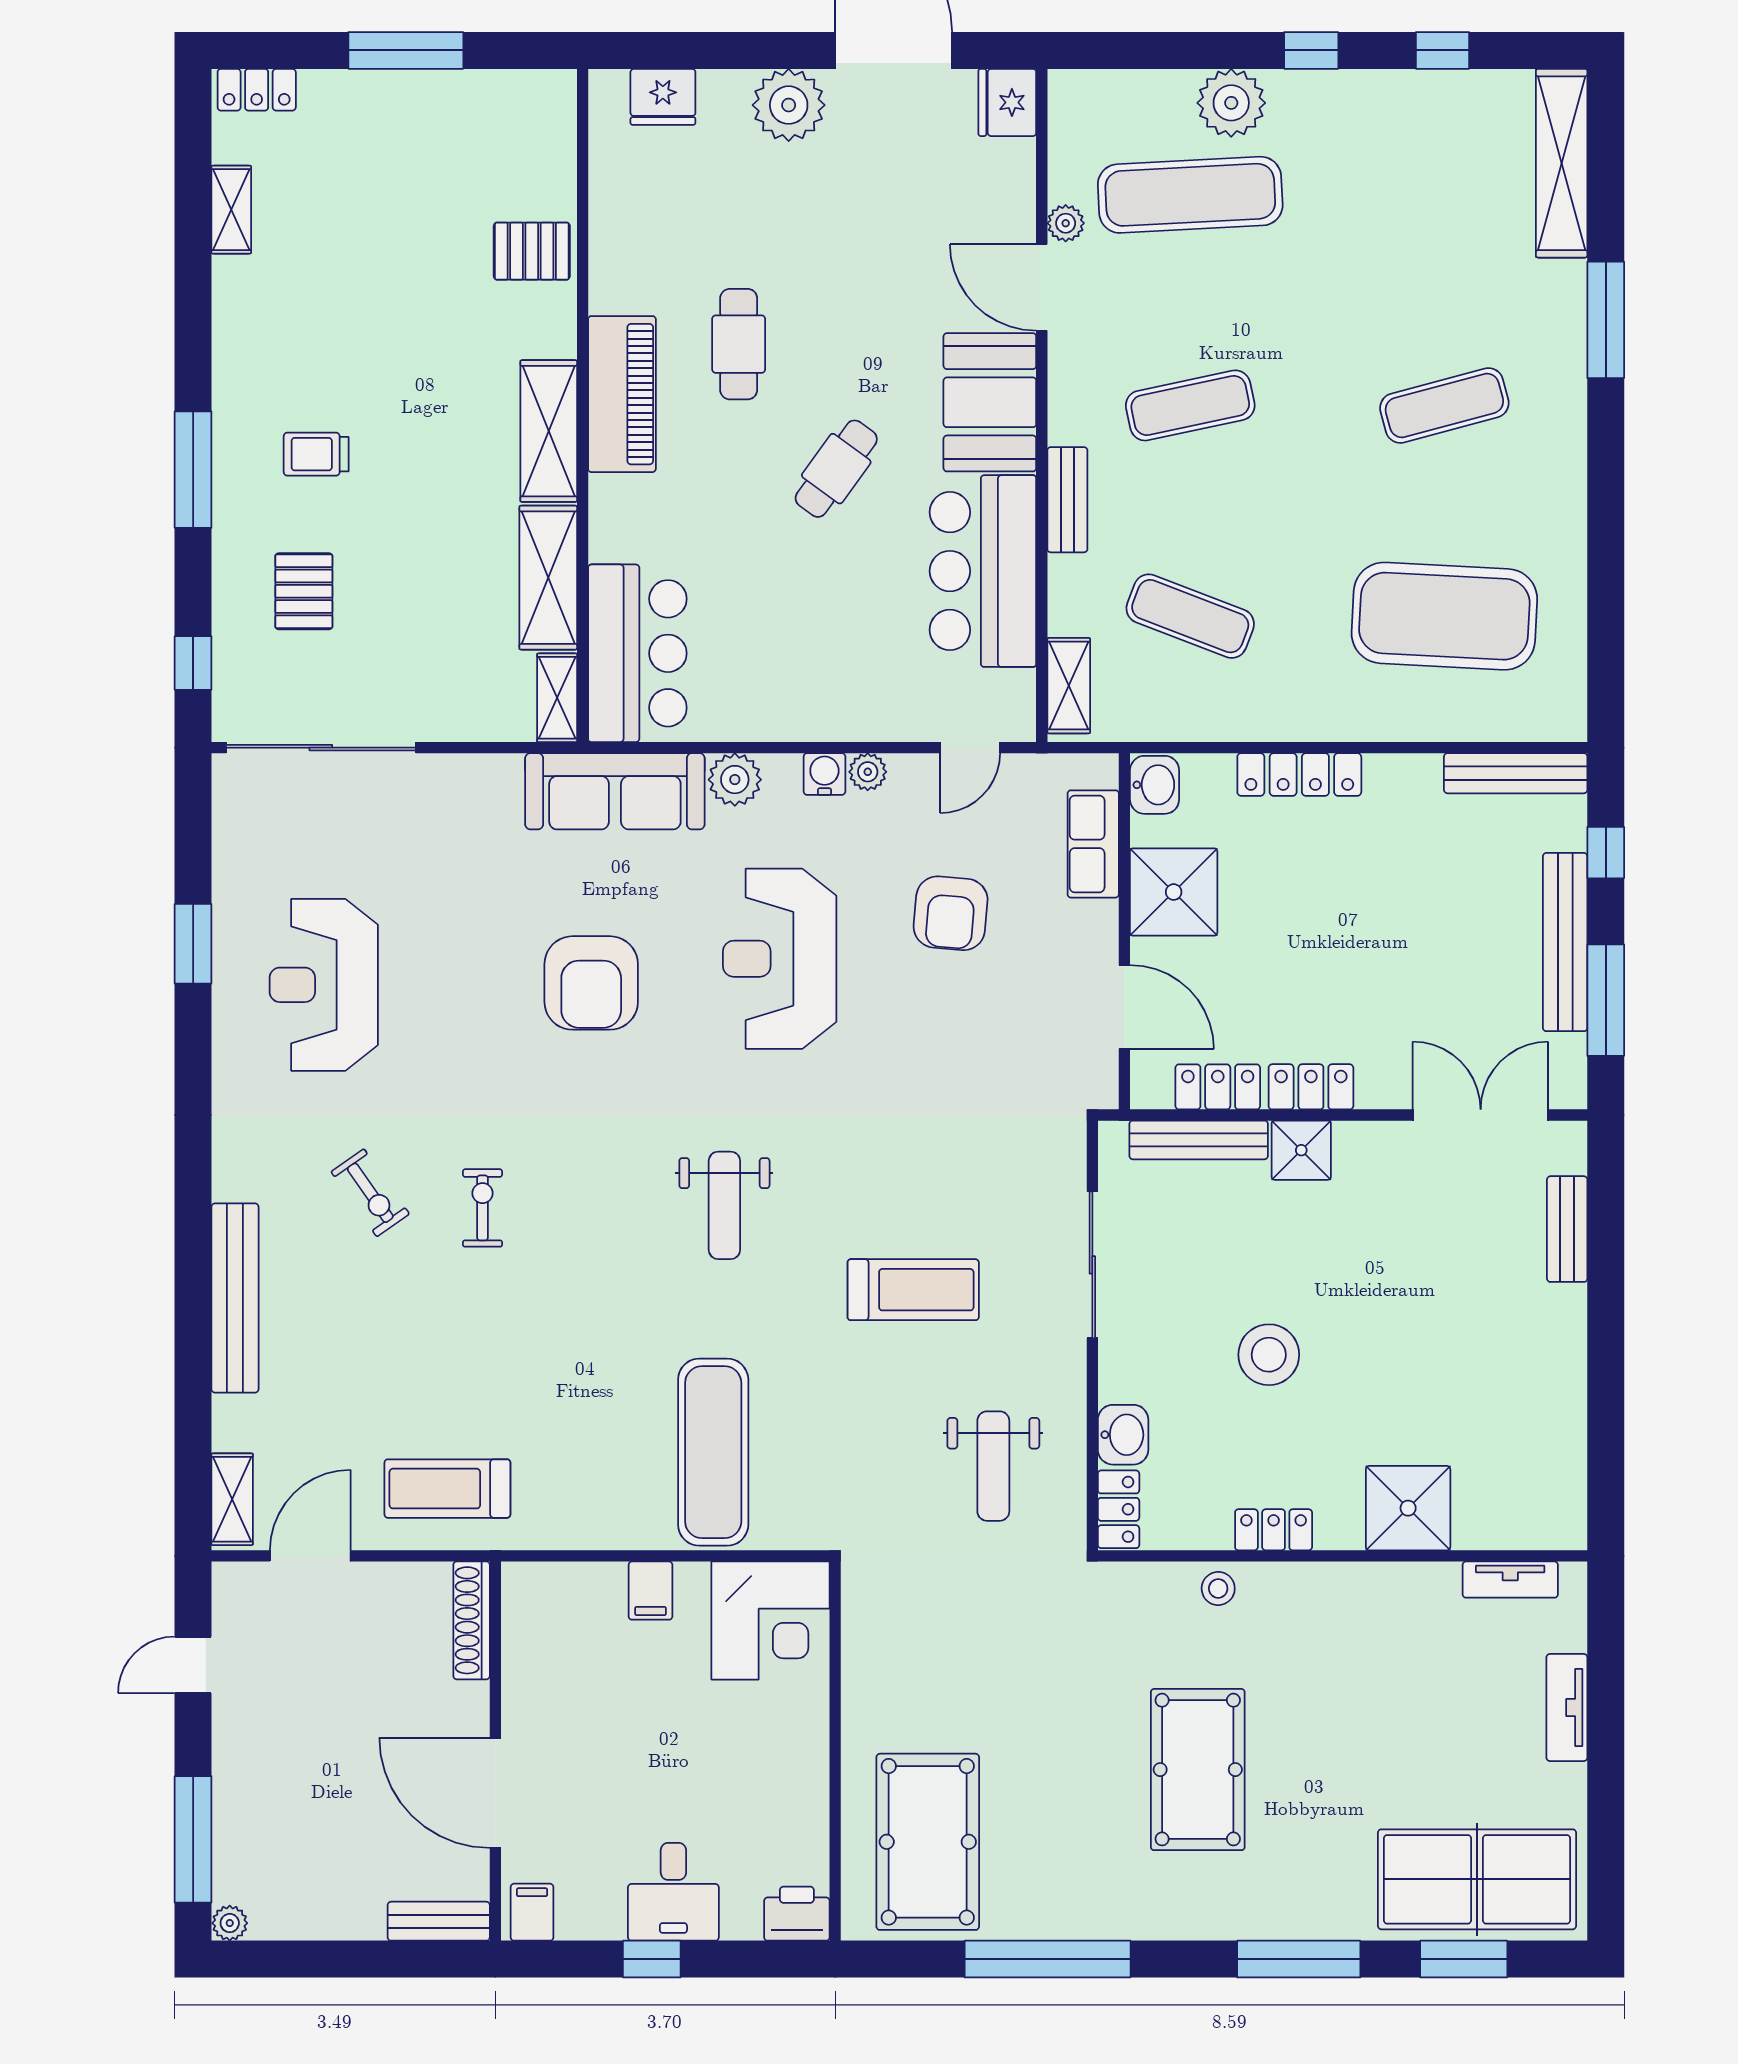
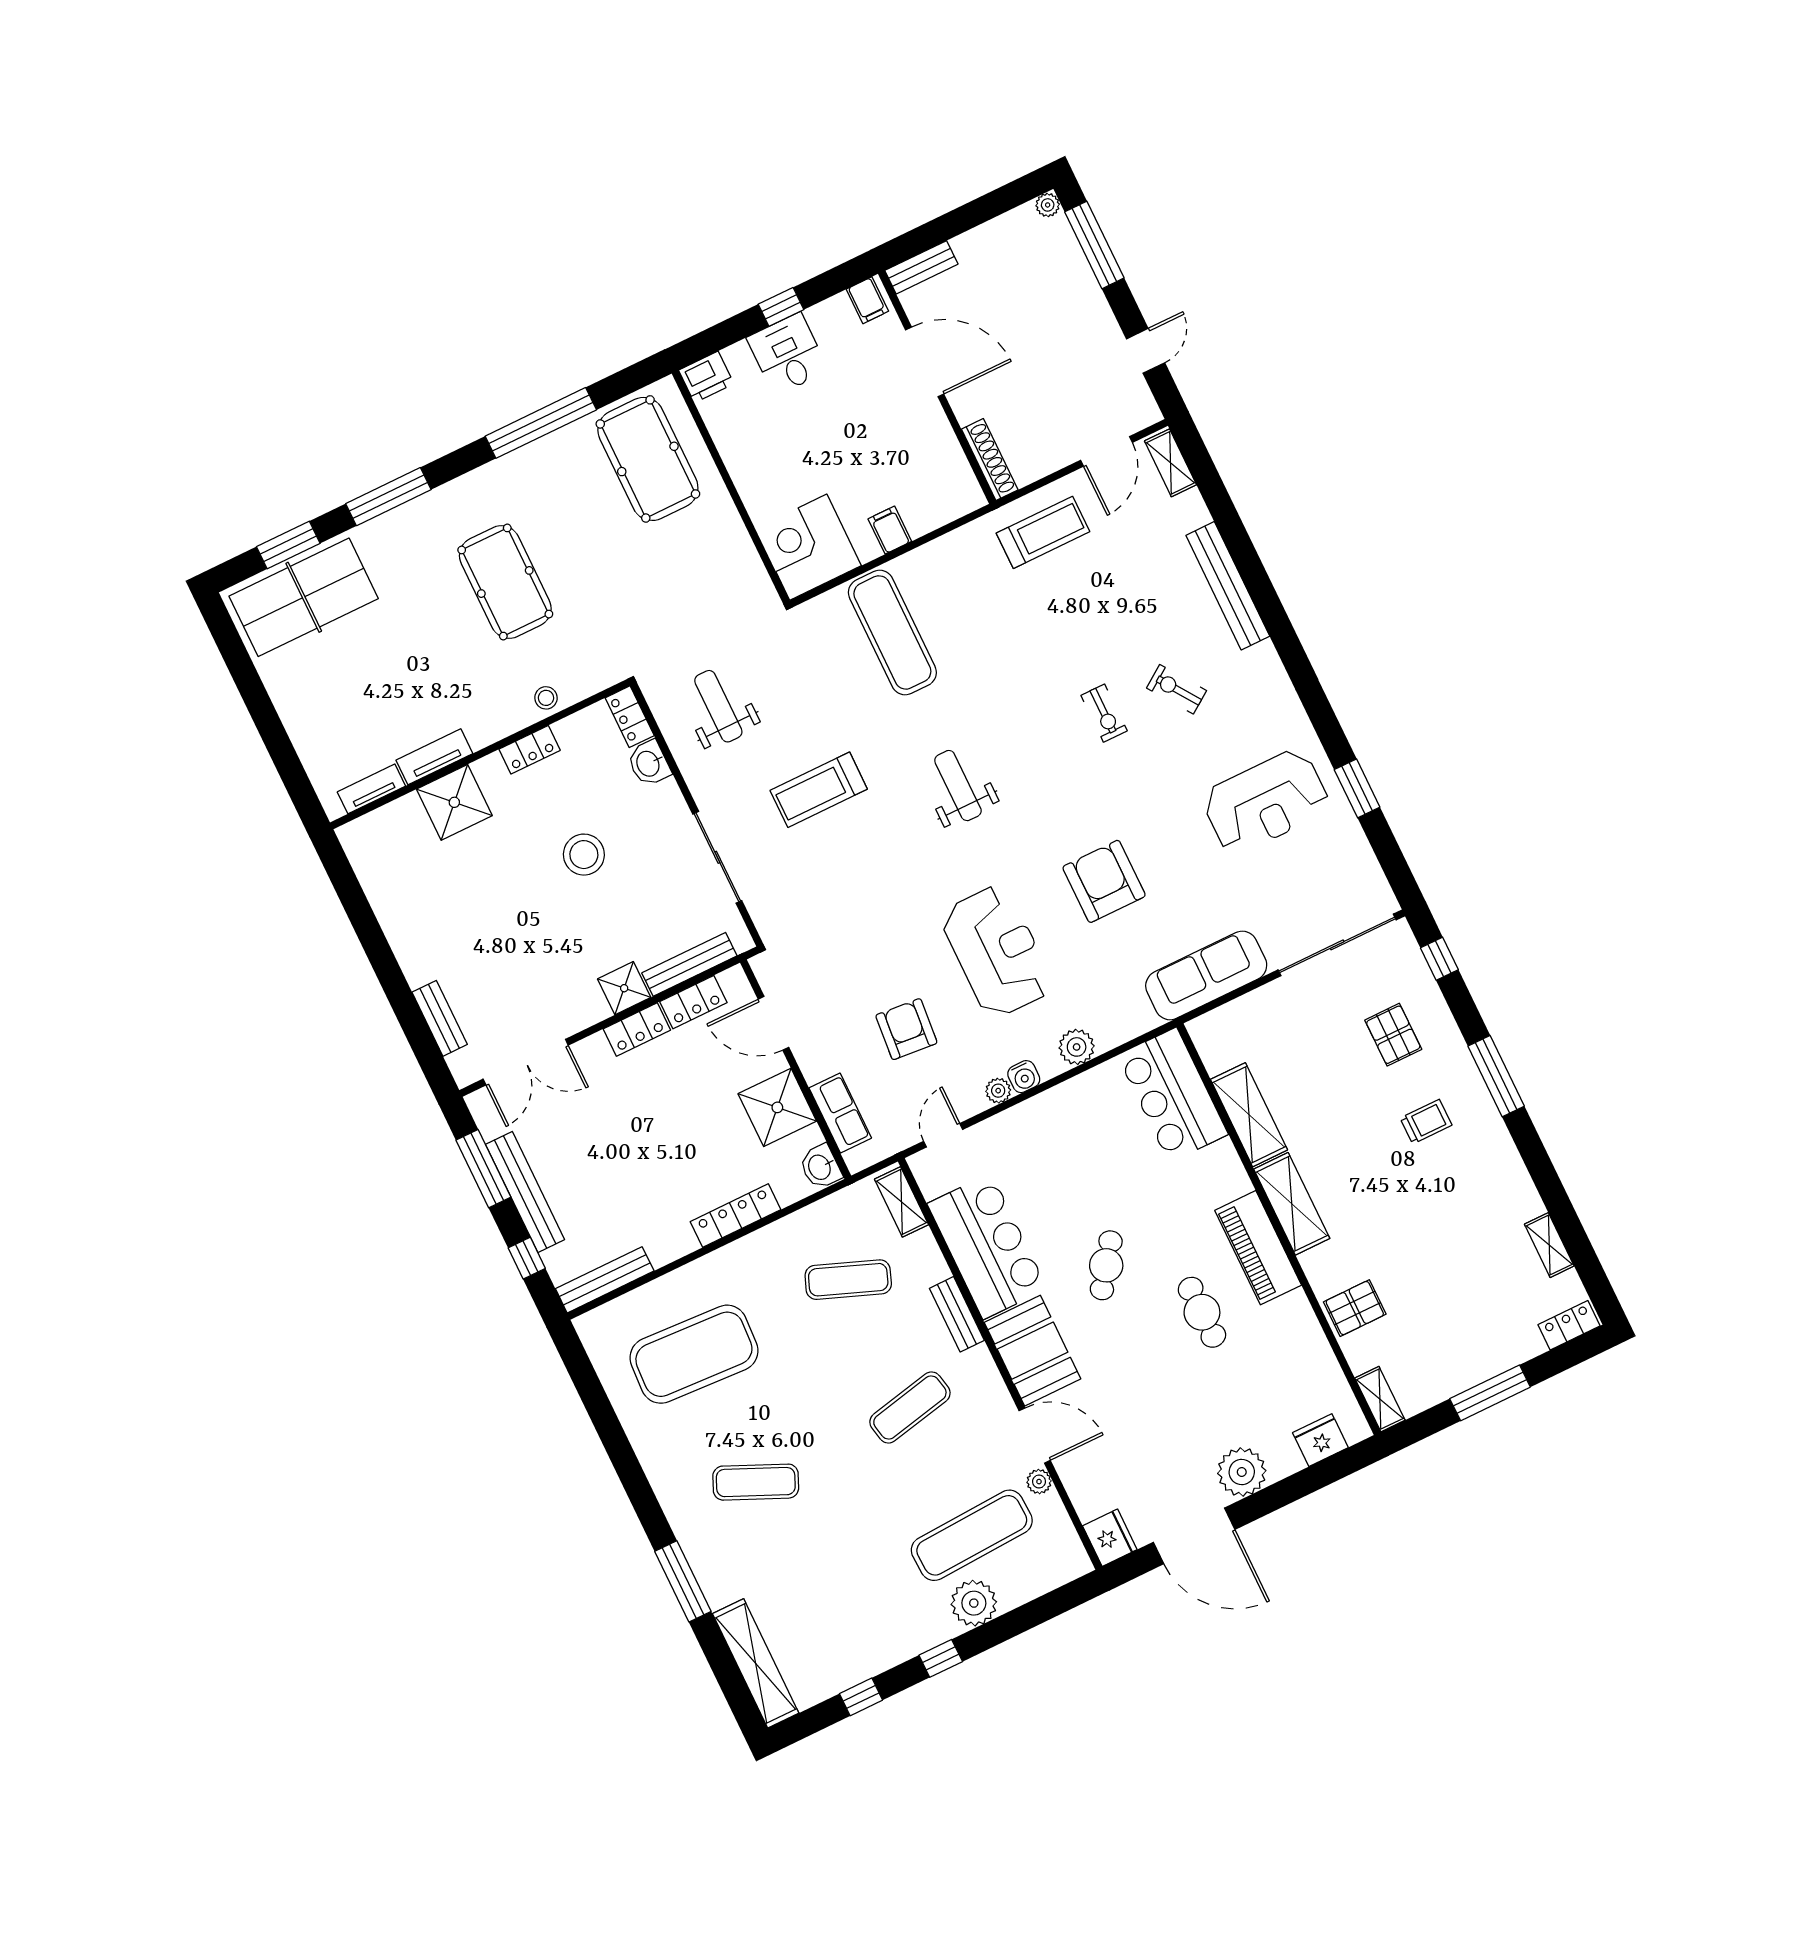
exercise mat: (1444, 405) -> (756, 1482), turned 39
shelving: (557, 698) -> (1380, 1399), moved
sofa: (615, 791) -> (1206, 975), moved
reception desk: (324, 985) -> (1266, 802), turned 90
tv unit: (1567, 1708) -> (434, 757), moved, turned -90

